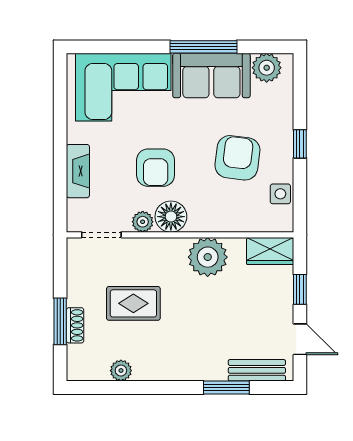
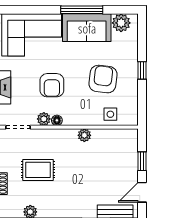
side table: (280, 194) -> (110, 114), moved
floor lamp: (171, 217) -> (57, 120), width x0.53, depth x0.53
wardrobe: (270, 251) -> (123, 137), removed
plant: (208, 257) -> (84, 135), width x0.53, depth x0.53
door: (300, 339) -> (142, 192), swing flipped

